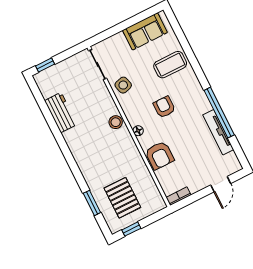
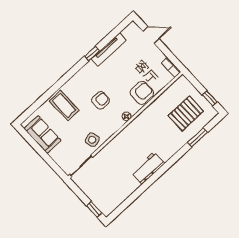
armchair: (164, 107) -> (101, 100), turned 180
workbench: (61, 112) -> (148, 168), moved
window: (219, 113) -> (92, 54), width x0.32
stool: (116, 122) -> (125, 137), removed

